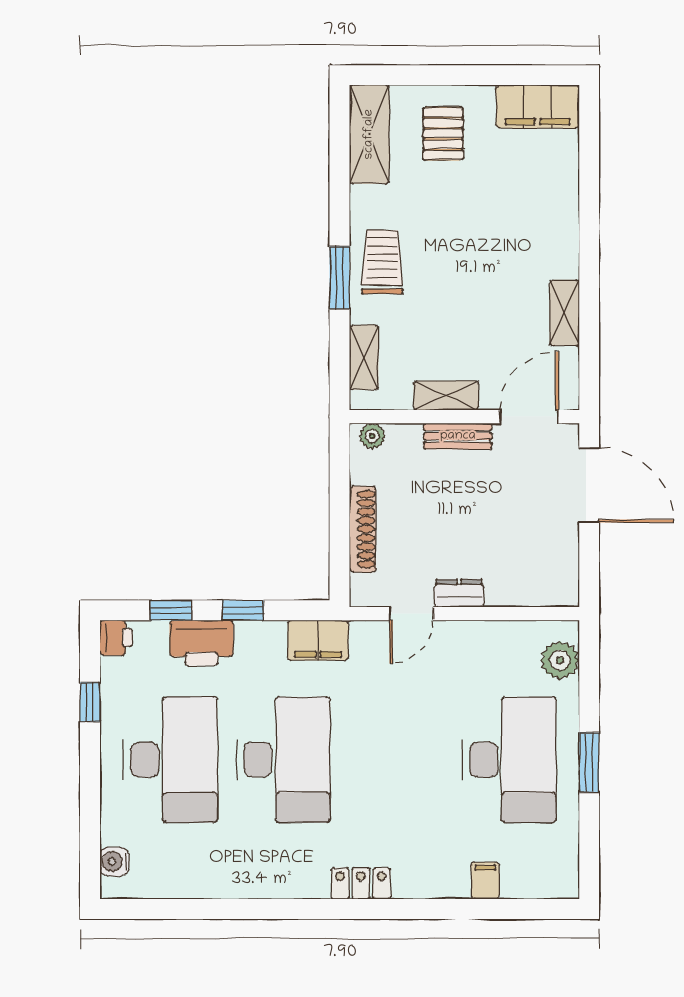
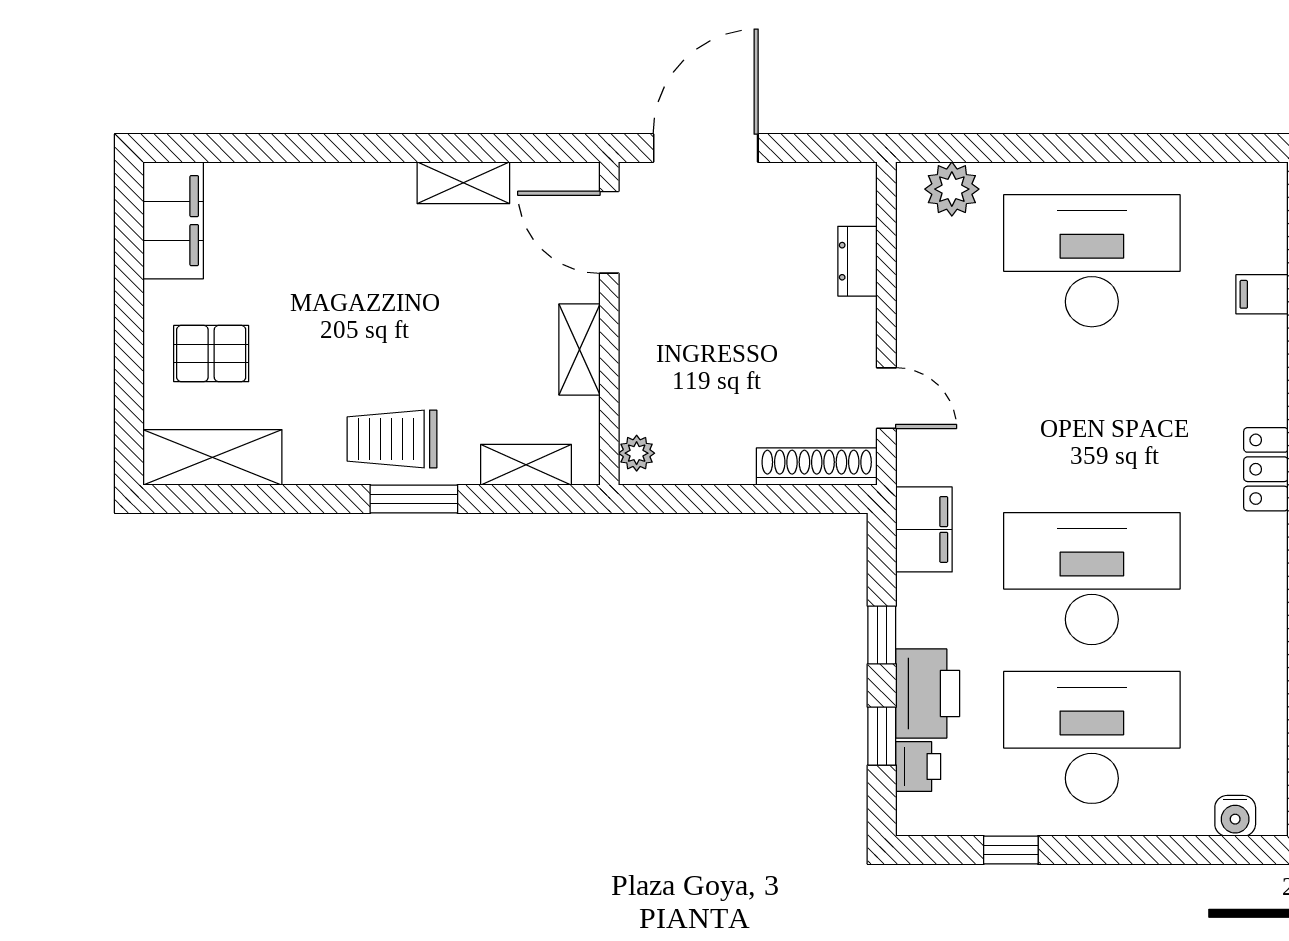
bench: (458, 436) -> (637, 333), removed
shoe rack: (363, 529) -> (817, 467), moved
dresser: (459, 593) -> (857, 261), moved
printer: (116, 638) -> (918, 766), moved, turned 90
window: (589, 762) -> (1096, 148), removed

